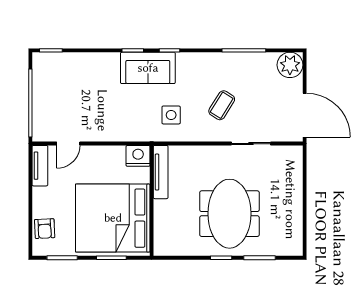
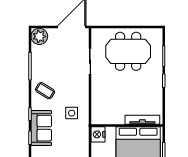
coffee table: (222, 105) -> (45, 91), moved
tv unit: (161, 172) -> (142, 120), moved
meeting table: (229, 214) -> (128, 51), moved

